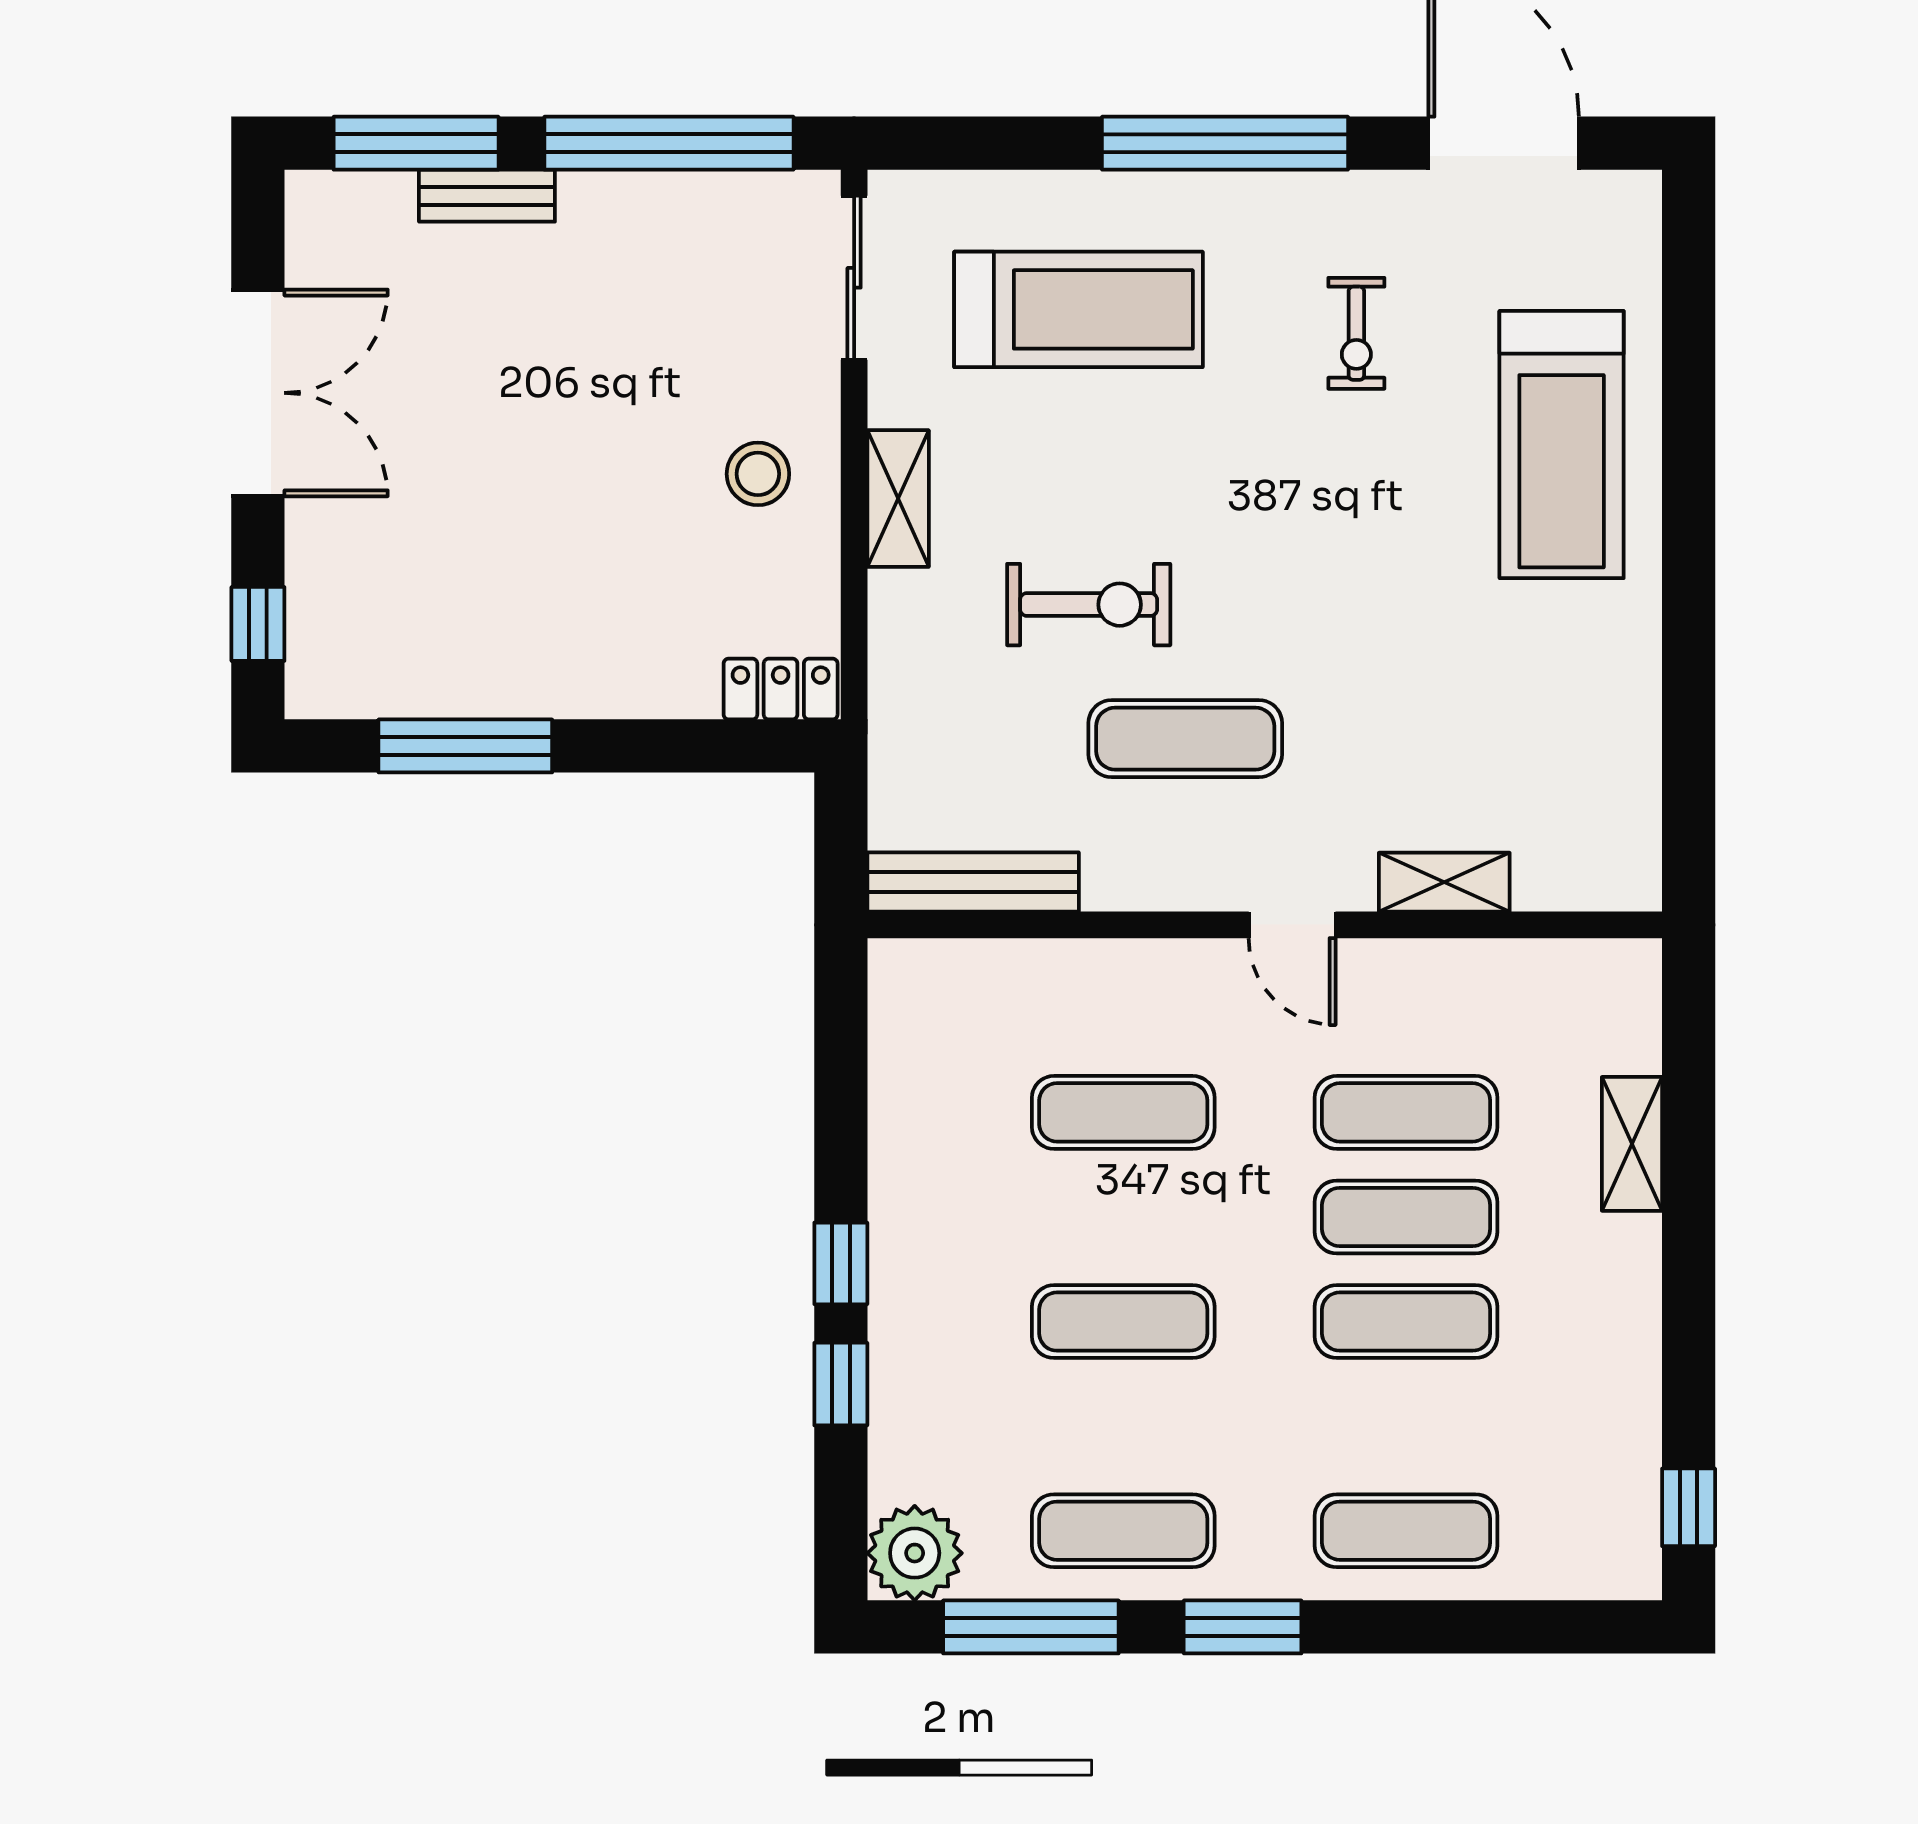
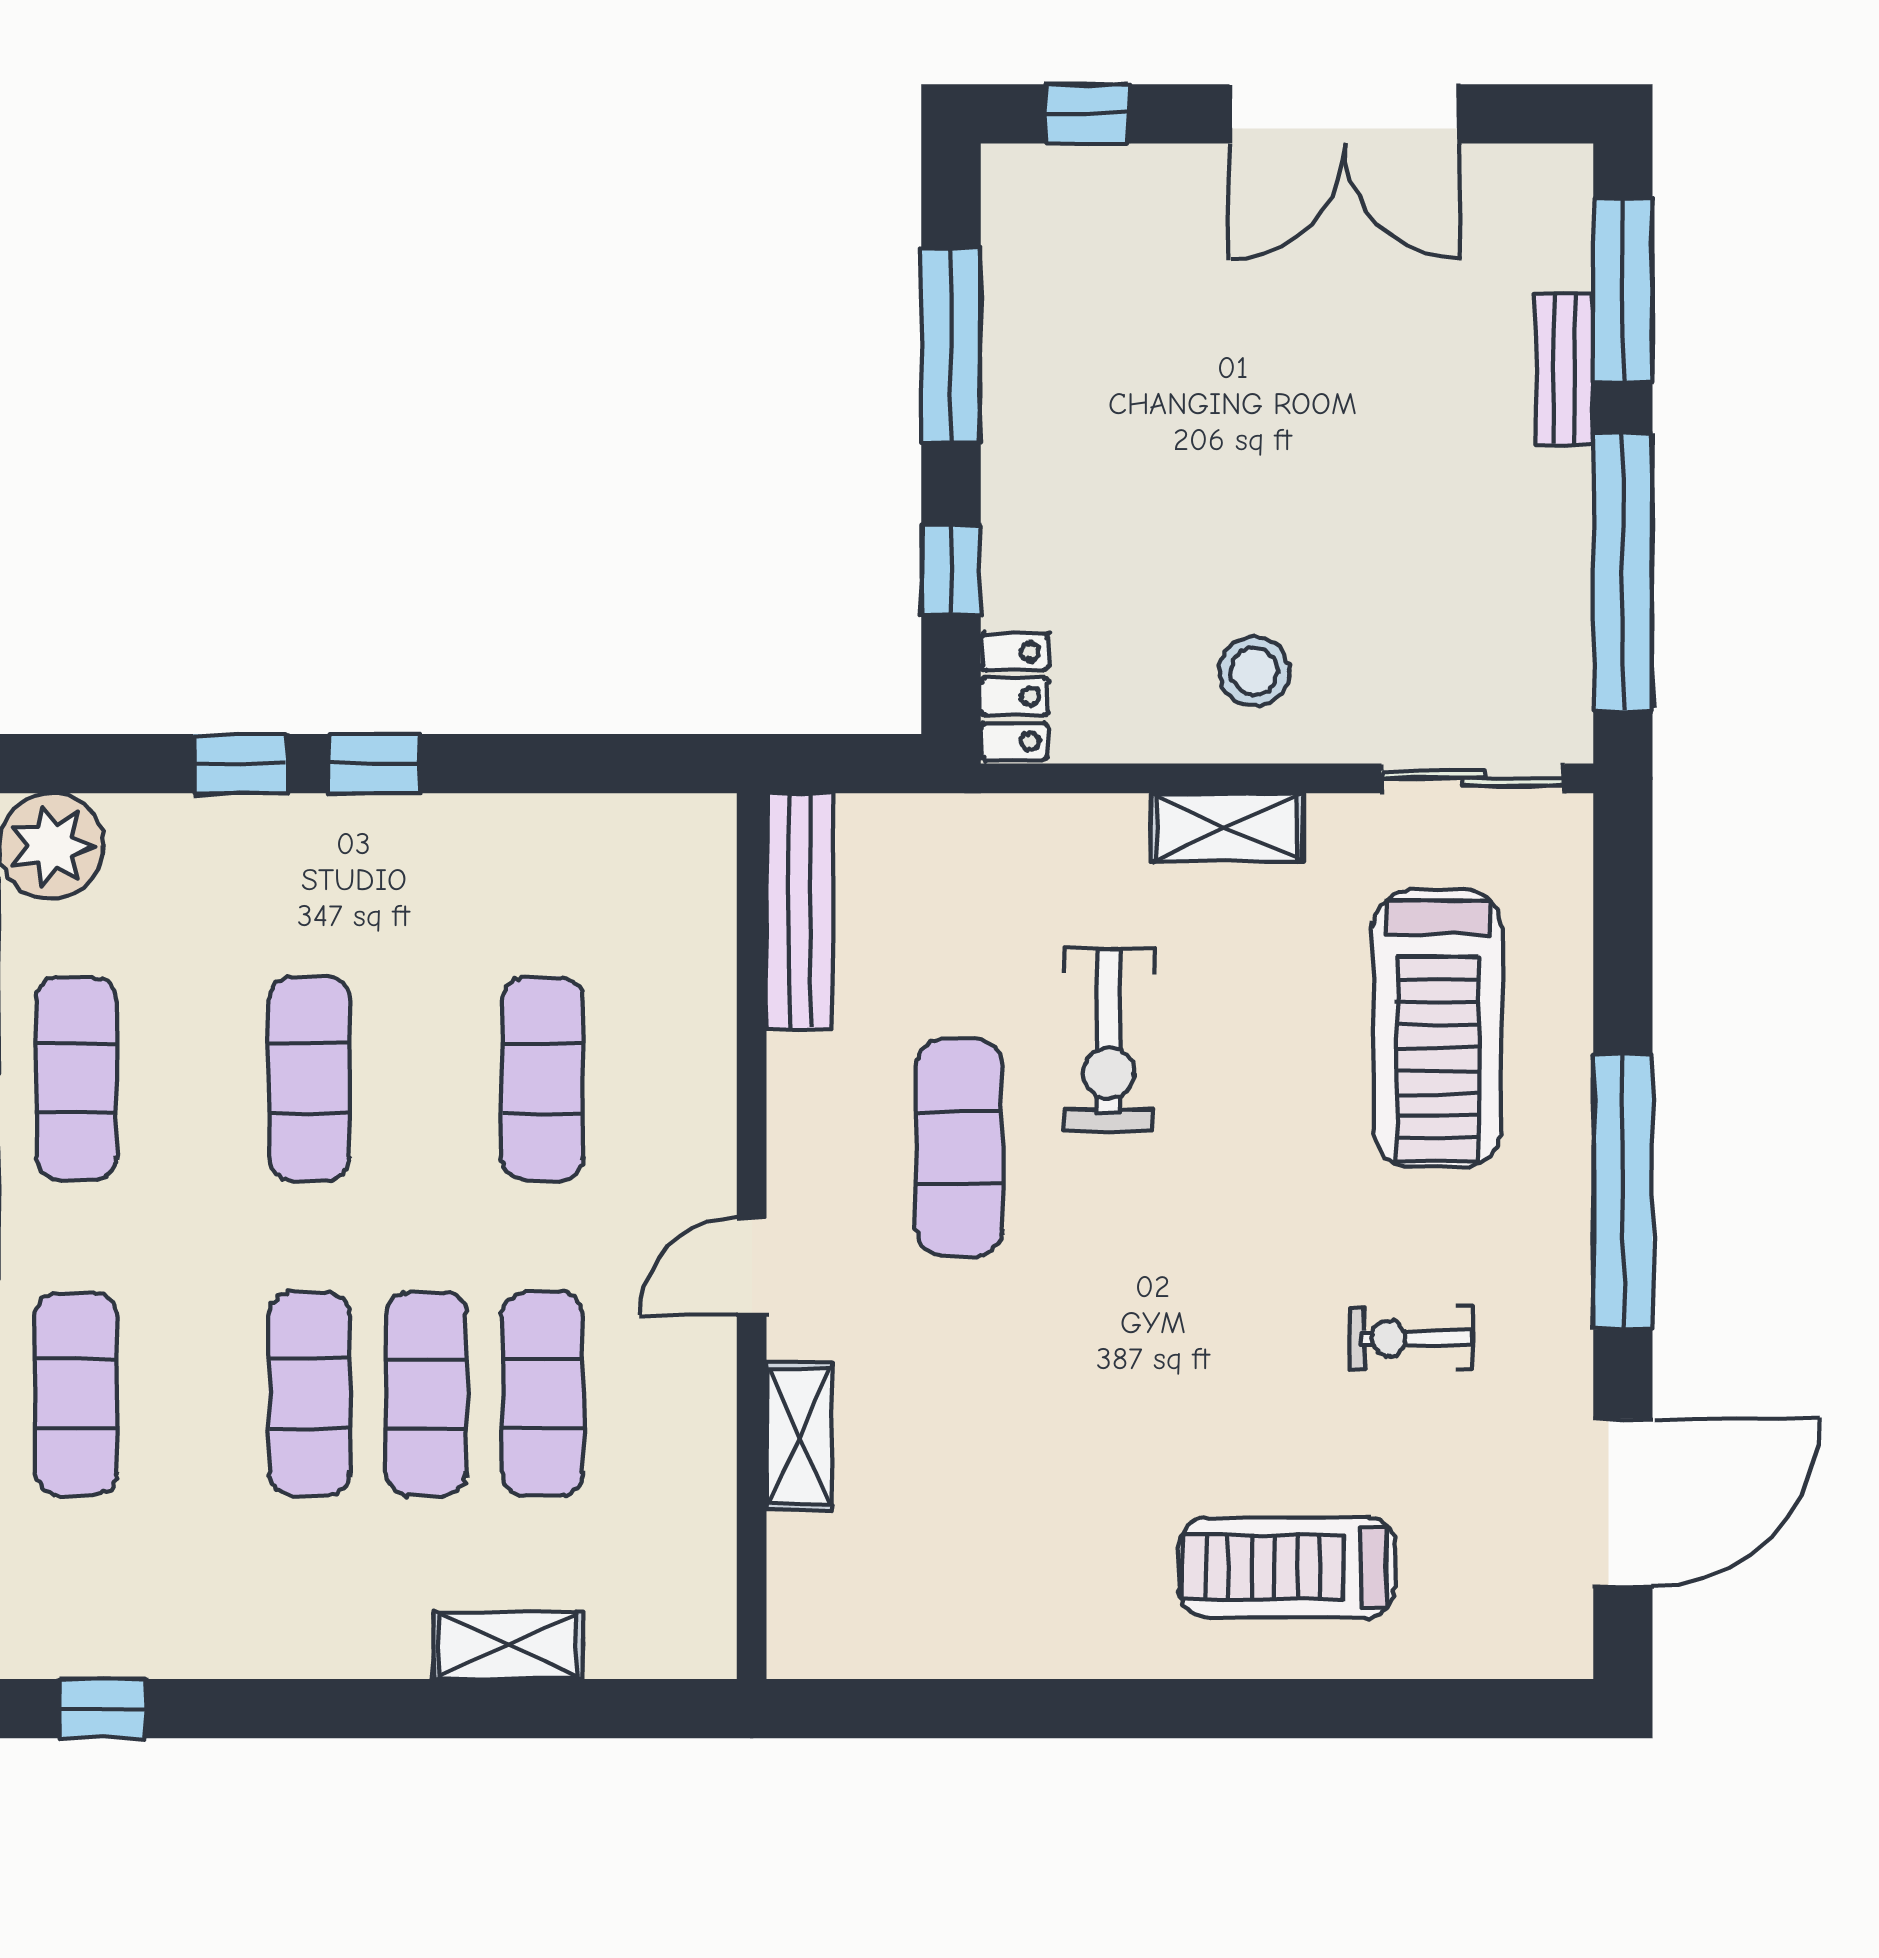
treadmill: (1562, 445) -> (1287, 1567), width x0.73, depth x0.73
window: (667, 746) -> (951, 570), added

